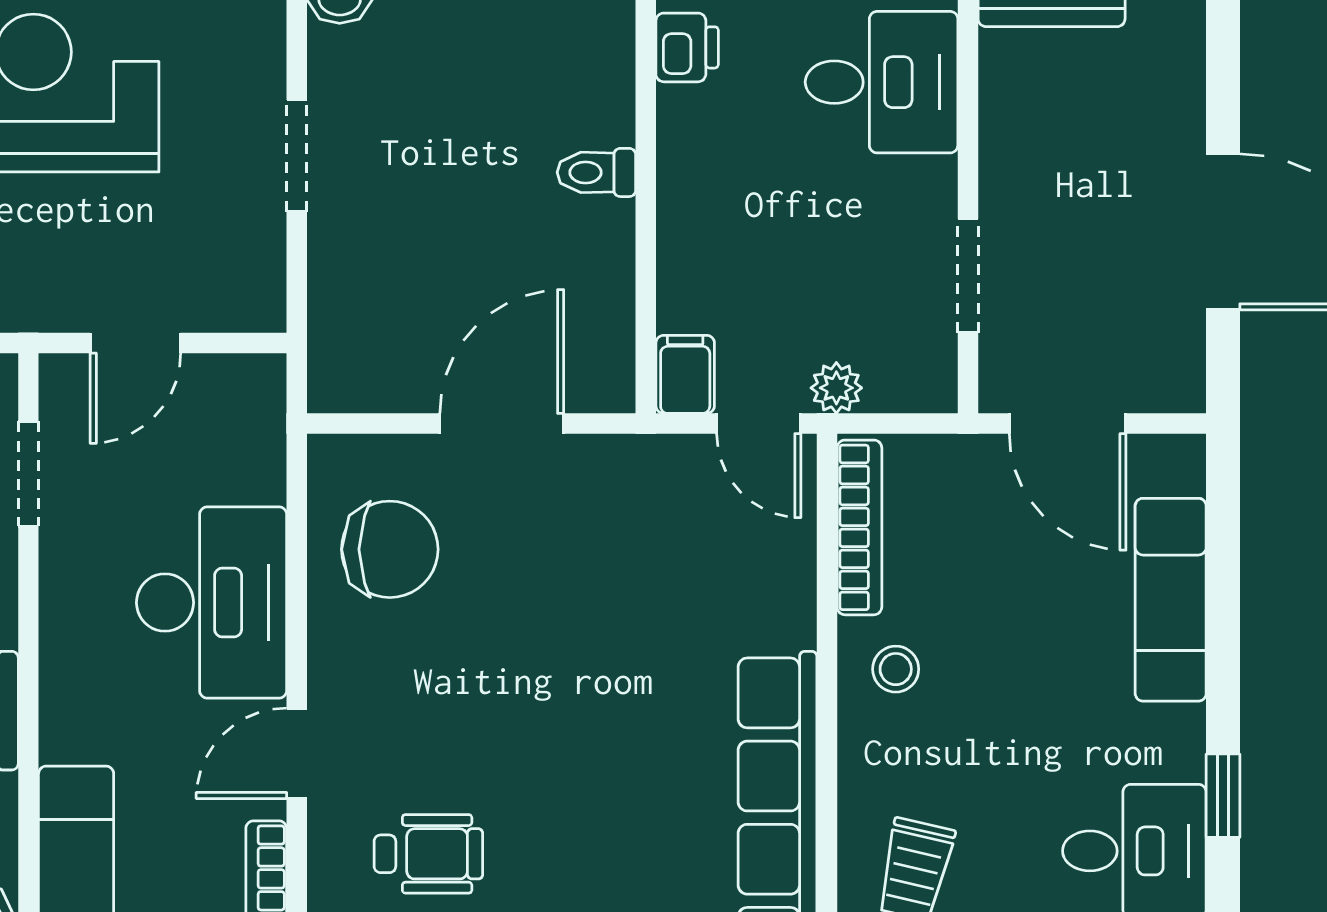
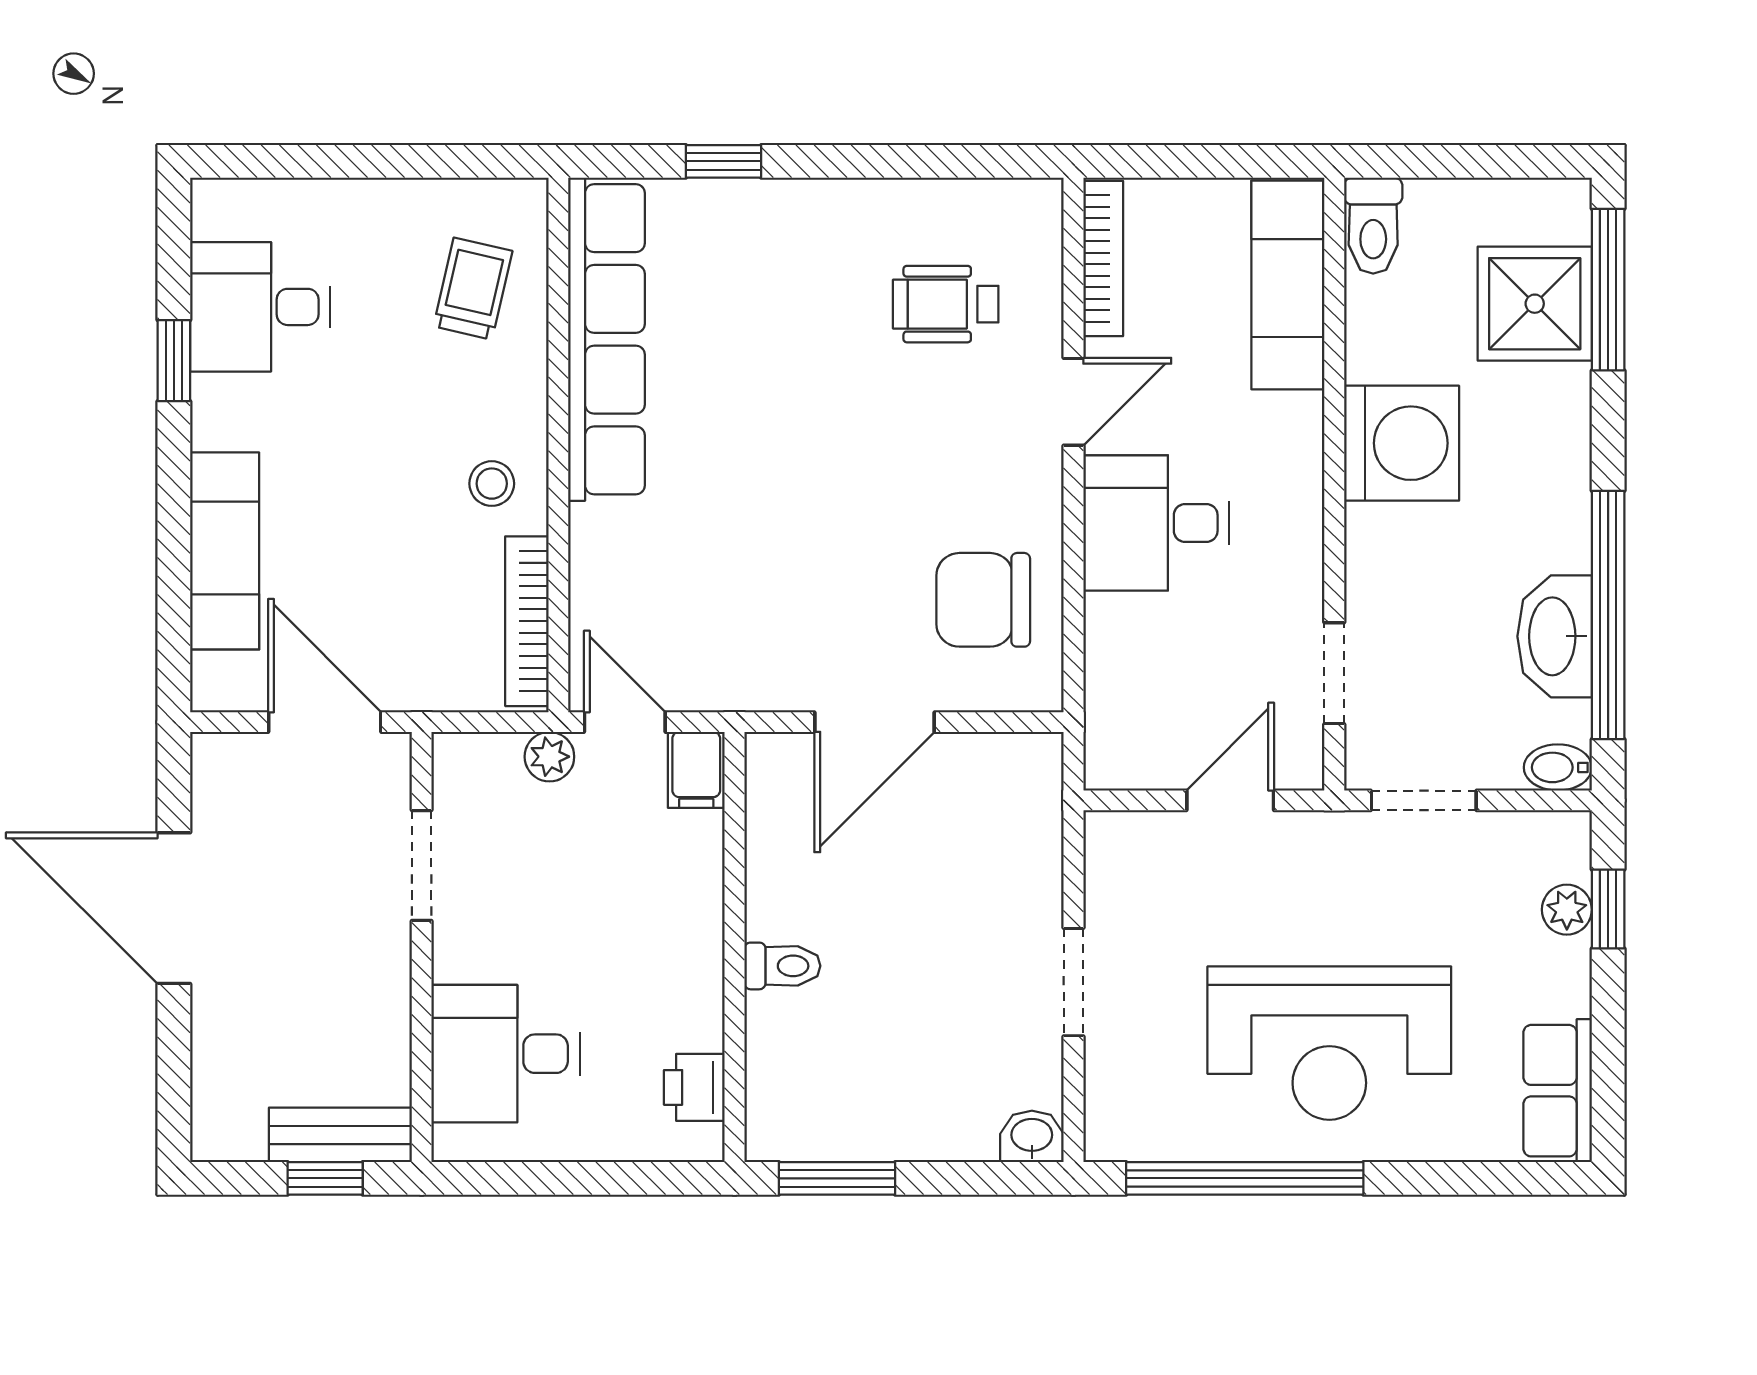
desk: (212, 603) -> (1156, 523), width x0.73

